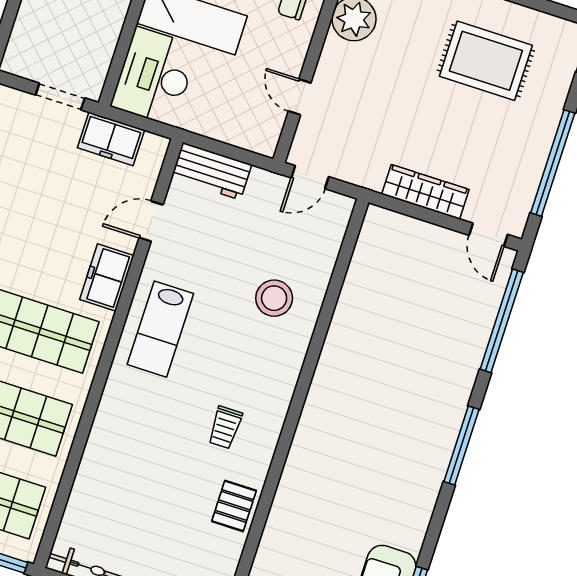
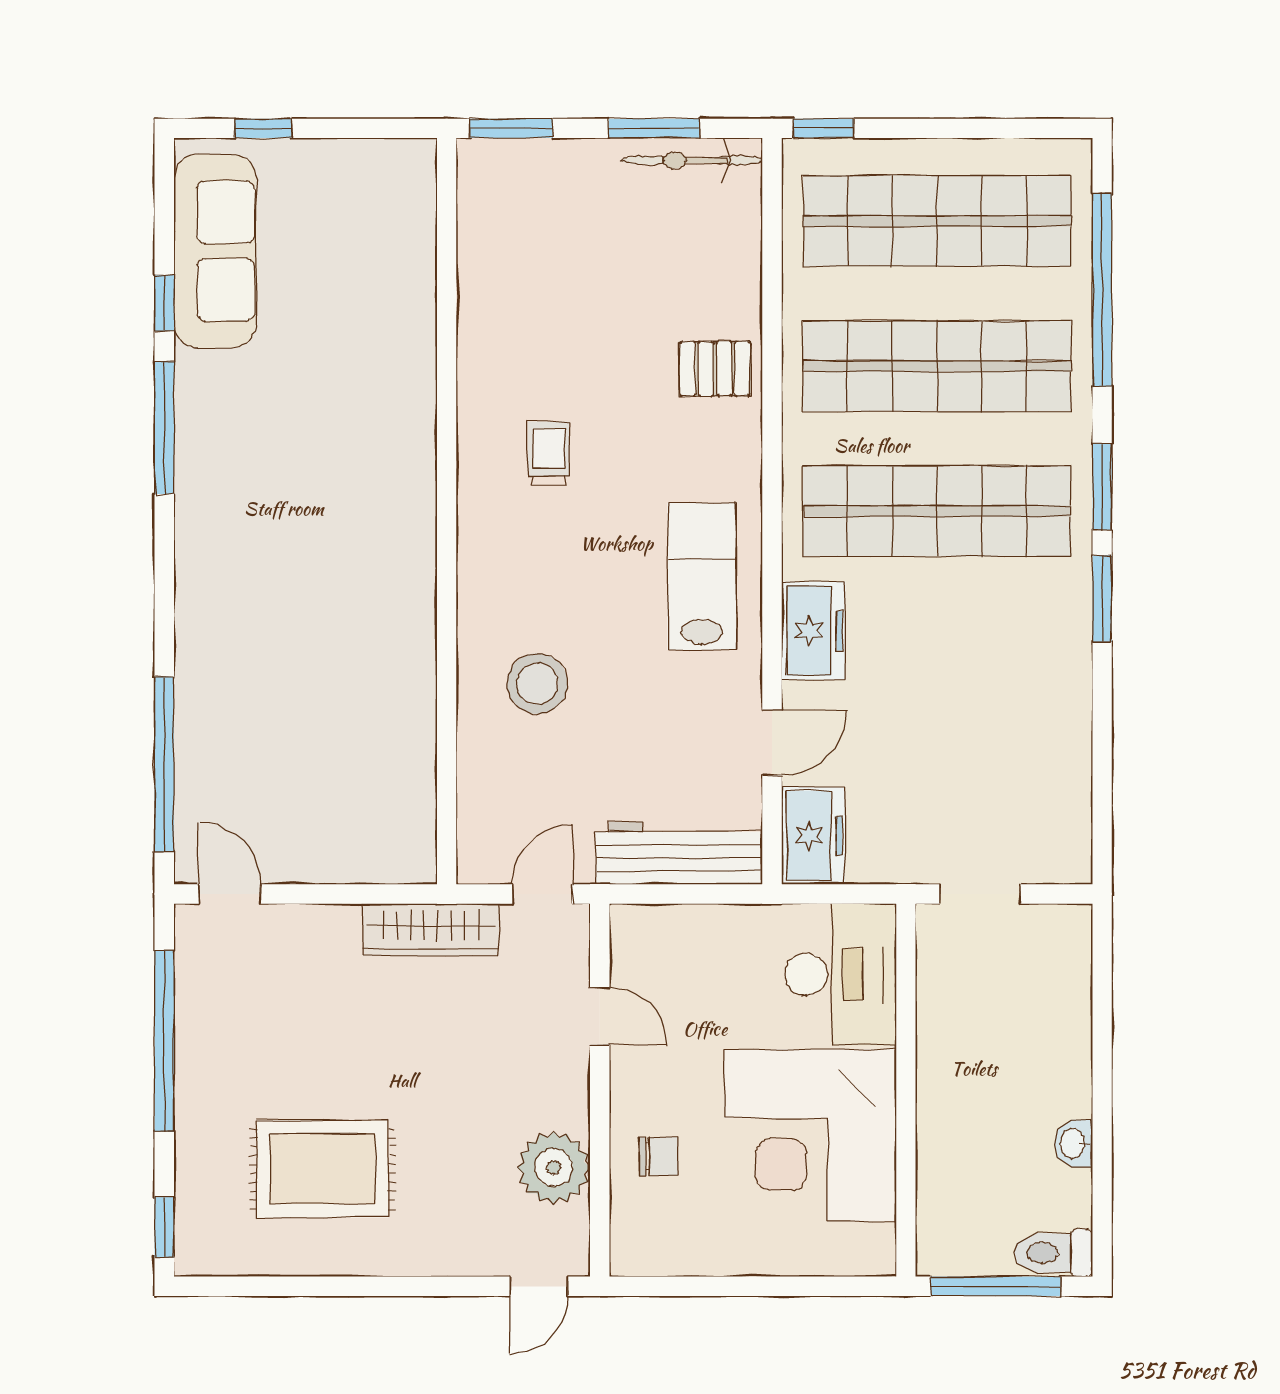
freezer: (111, 139) -> (813, 836), moved, turned 90
workbench: (211, 171) -> (679, 853), width x1.37
wardrobe: (425, 192) -> (431, 930), moved
window: (461, 446) -> (164, 428), moved
pallet: (234, 506) -> (715, 369), moved, turned 90

